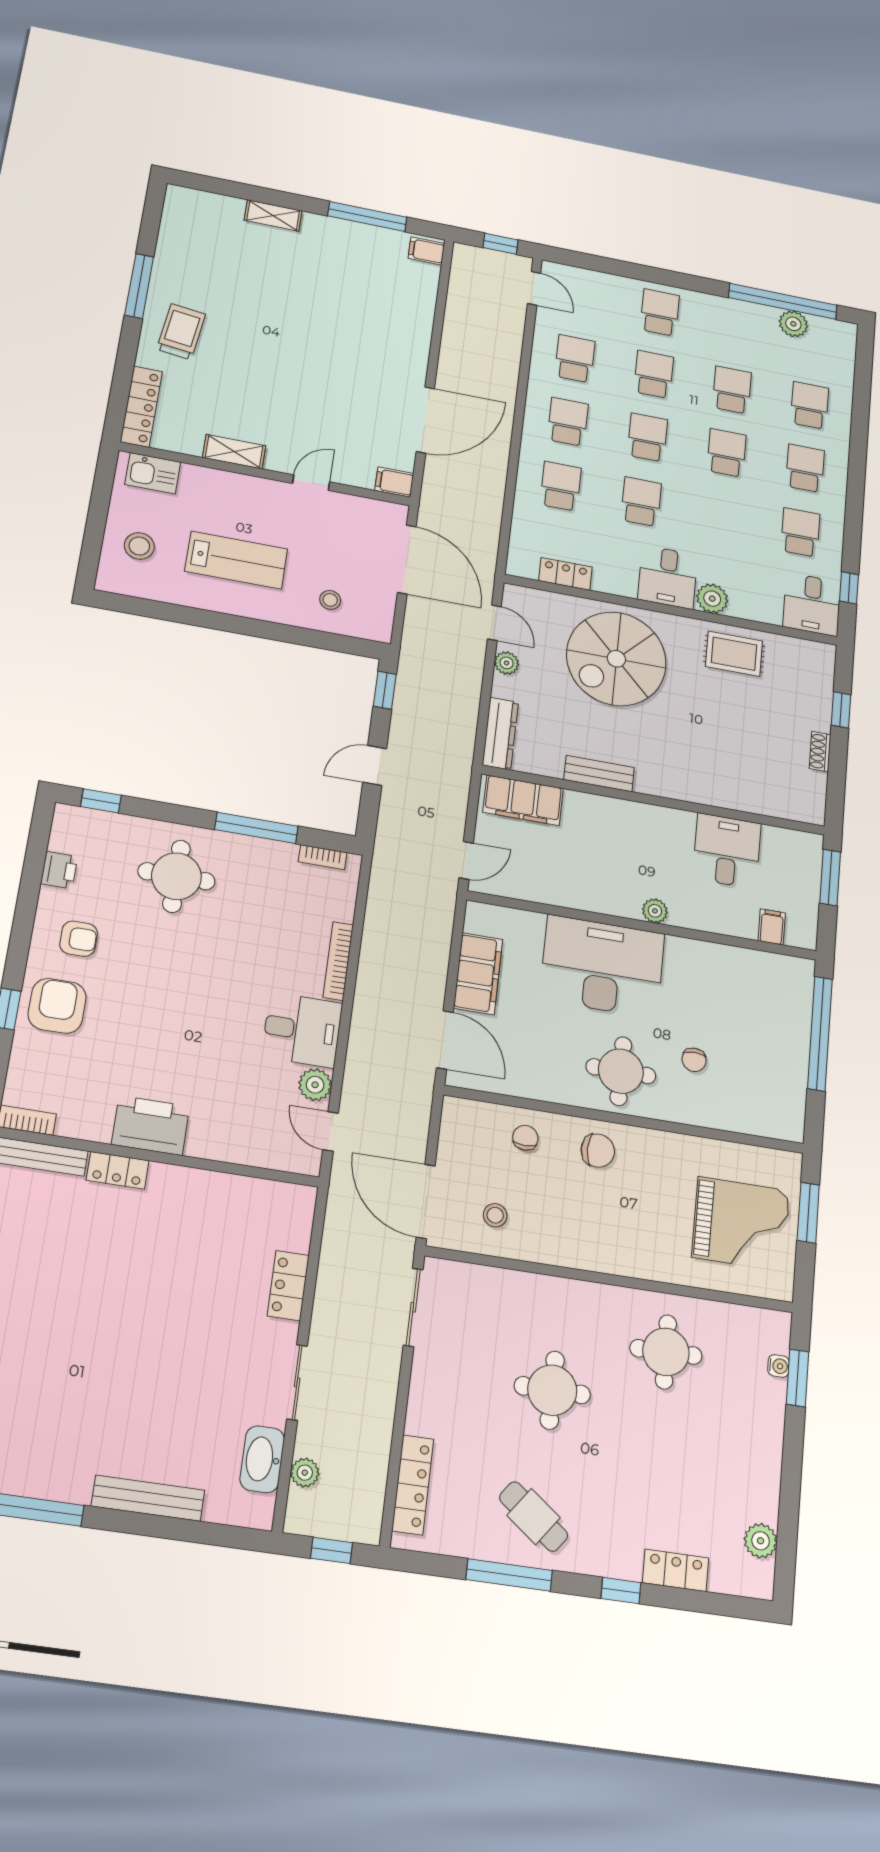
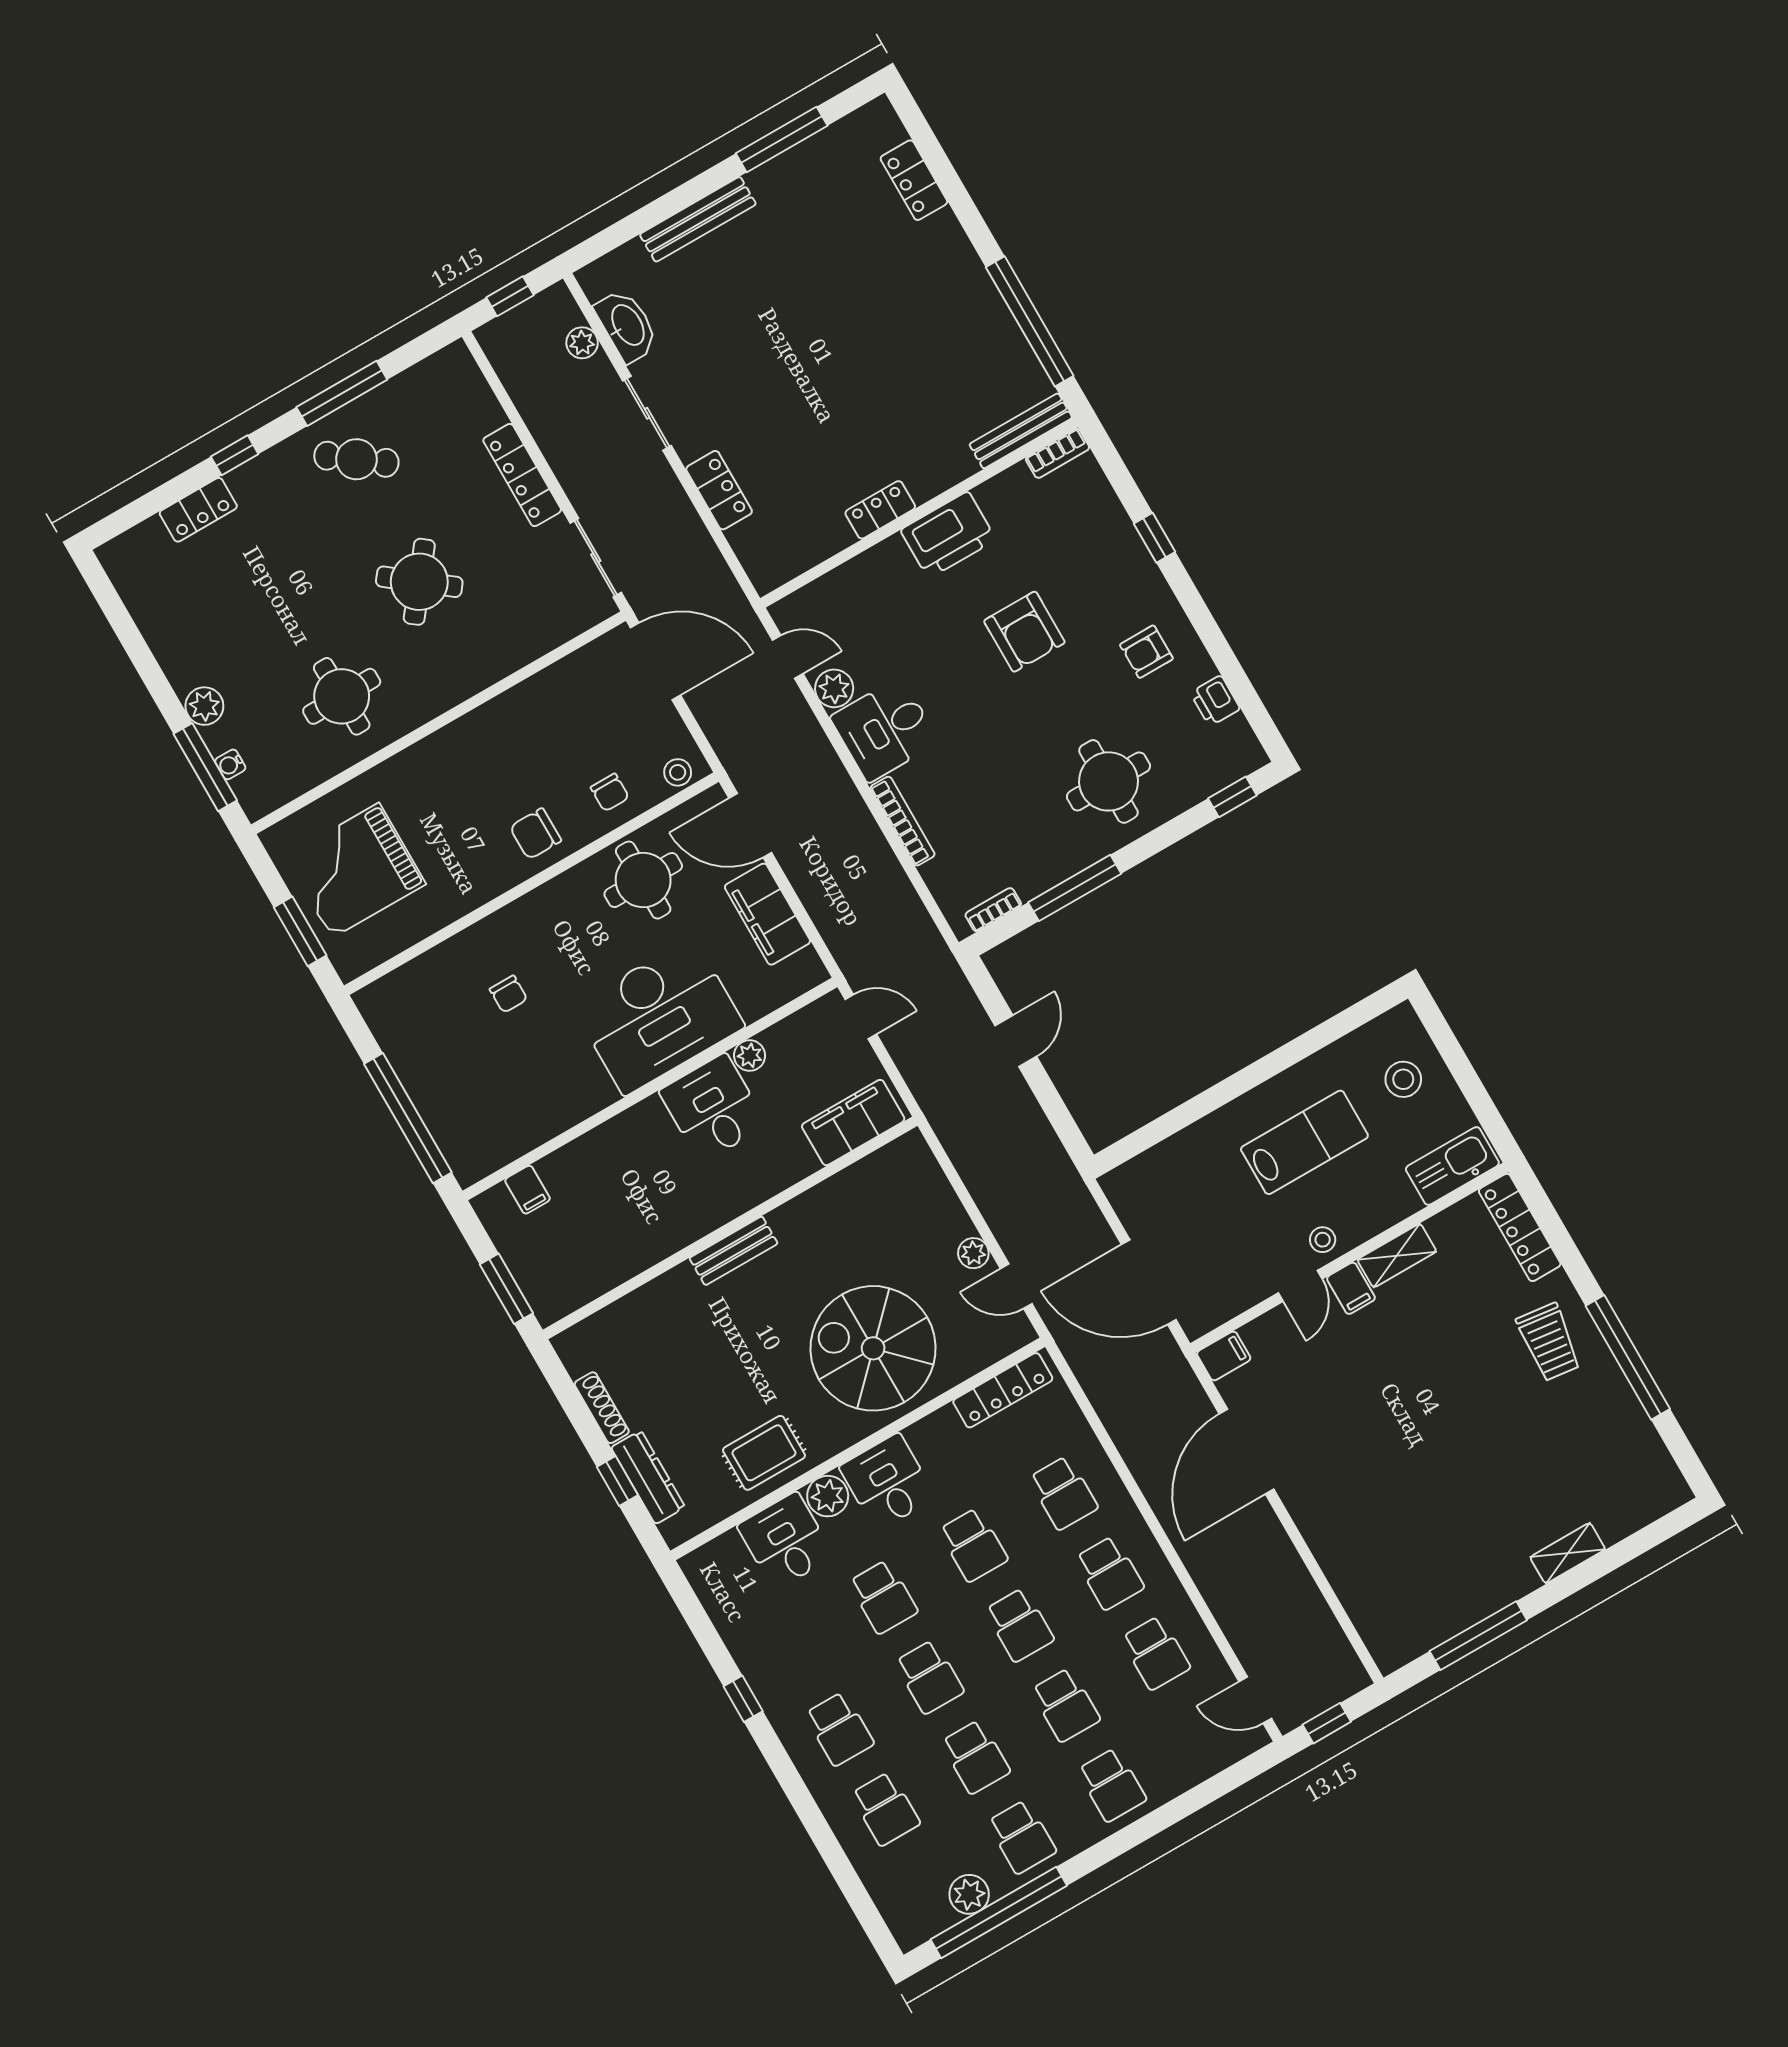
filing cabinet: (426, 251) -> (1351, 1288), moved, turned 90
window: (139, 286) -> (1628, 1357), width x1.46
school desk: (737, 328) -> (1022, 1837), added
kitchen sink: (153, 473) -> (1452, 1166), width x1.38
school desk: (800, 532) -> (883, 1597), moved
lab bench: (236, 560) -> (1304, 1142), turned 180
locker: (565, 574) -> (1003, 1390), width x1.53
window: (849, 588) -> (743, 1699), moved
stool: (330, 600) -> (1323, 1240), moved
desk: (812, 604) -> (786, 1541), moved
spiral stairs: (616, 659) -> (873, 1348), turned -90
window: (385, 690) -> (1065, 1126), removed
dresser: (500, 734) -> (648, 1477), moved, turned 180
shoe rack: (820, 752) -> (602, 1408), width x1.43
bench: (599, 774) -> (734, 1251), moved
desk: (727, 851) -> (713, 1108), moved, turned 180
door: (466, 860) -> (861, 1017), swing flipped
plant: (655, 911) -> (750, 1056), moved
armchair: (57, 1006) -> (1024, 632), moved
chair: (694, 1060) -> (508, 994), turned 180
round table: (621, 1071) -> (643, 880), moved
locker: (118, 1170) -> (880, 510), moved
stool: (495, 1215) -> (678, 772), moved
window: (797, 1378) -> (205, 767), width x1.44
round table: (552, 1390) -> (419, 582), turned 38
locker: (413, 1485) -> (522, 475), moved
plant: (761, 1541) -> (204, 706), moved

